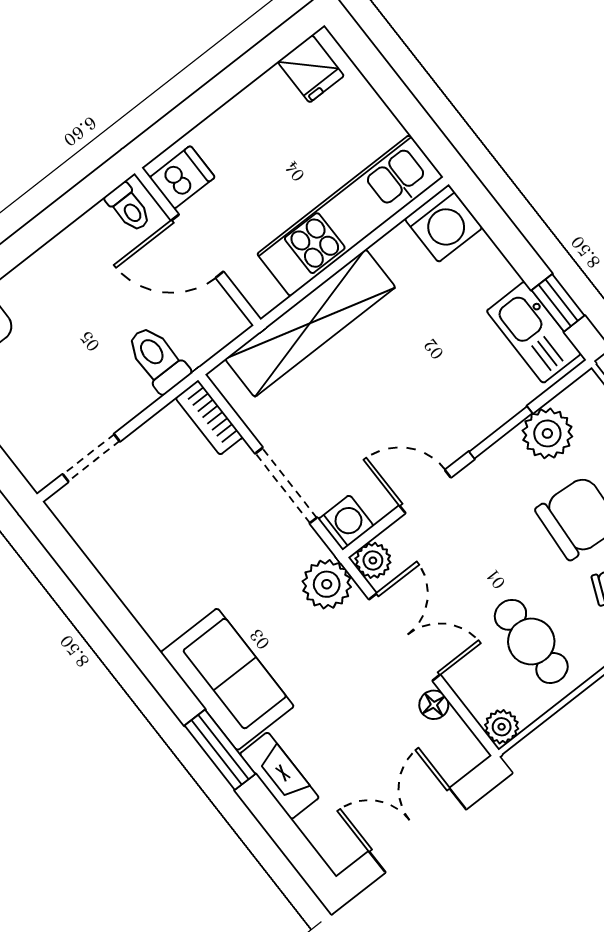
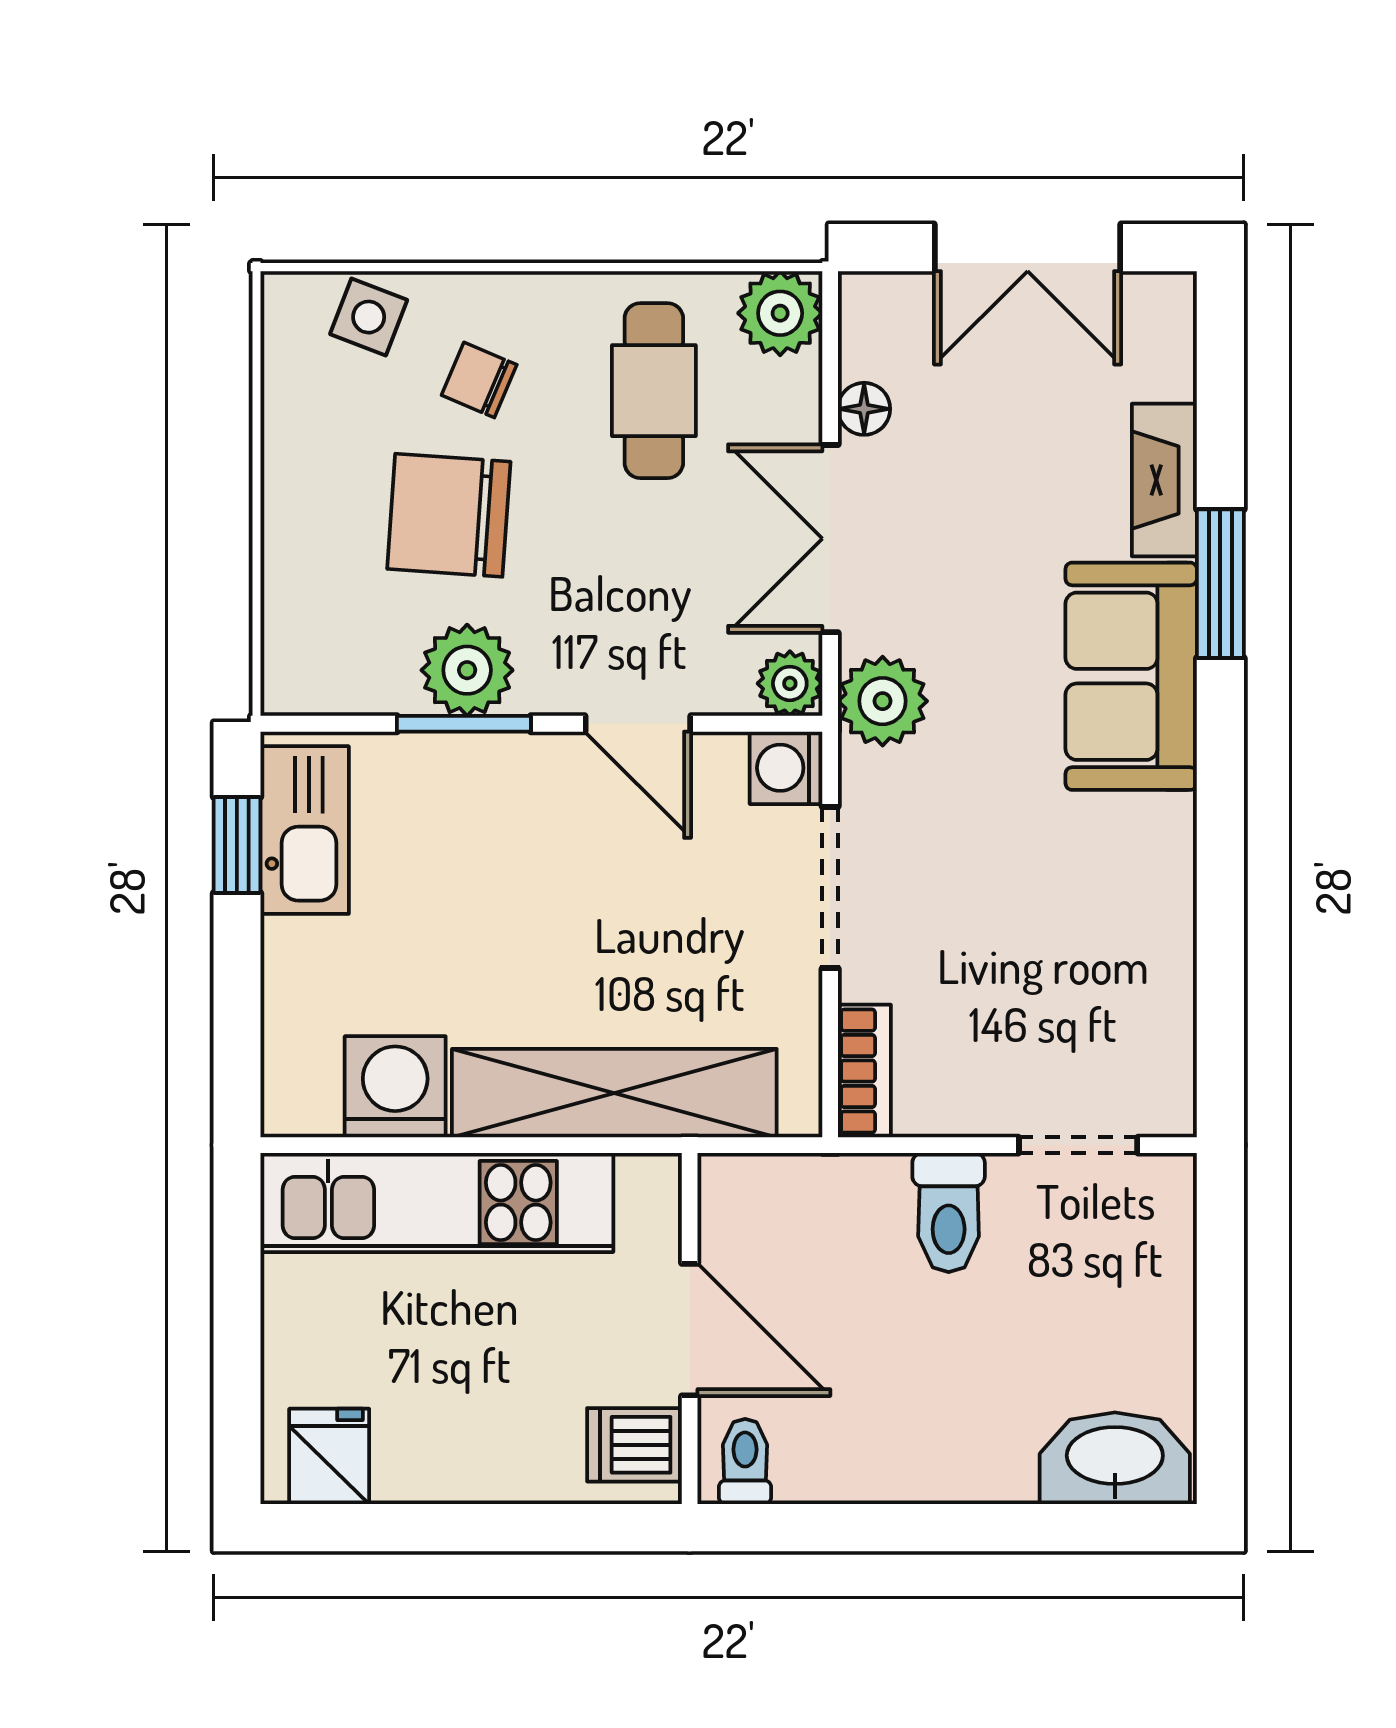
washing machine: (443, 223) -> (395, 1087), moved
toilet: (157, 359) -> (949, 1213), moved
plant: (547, 433) -> (467, 670), moved
plant: (502, 727) -> (780, 313), width x1.38, depth x1.38

